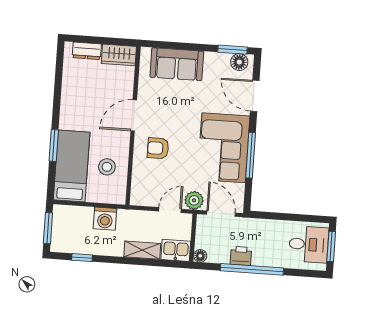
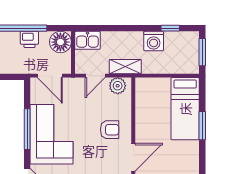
stool: (107, 167) -> (154, 110), removed
plant: (194, 200) -> (118, 86), moved
washing machine: (105, 219) -> (154, 41), moved, turned 180
shelving: (142, 250) -> (125, 67), moved
floor lamp: (200, 256) -> (60, 42), width x1.89, depth x1.89

